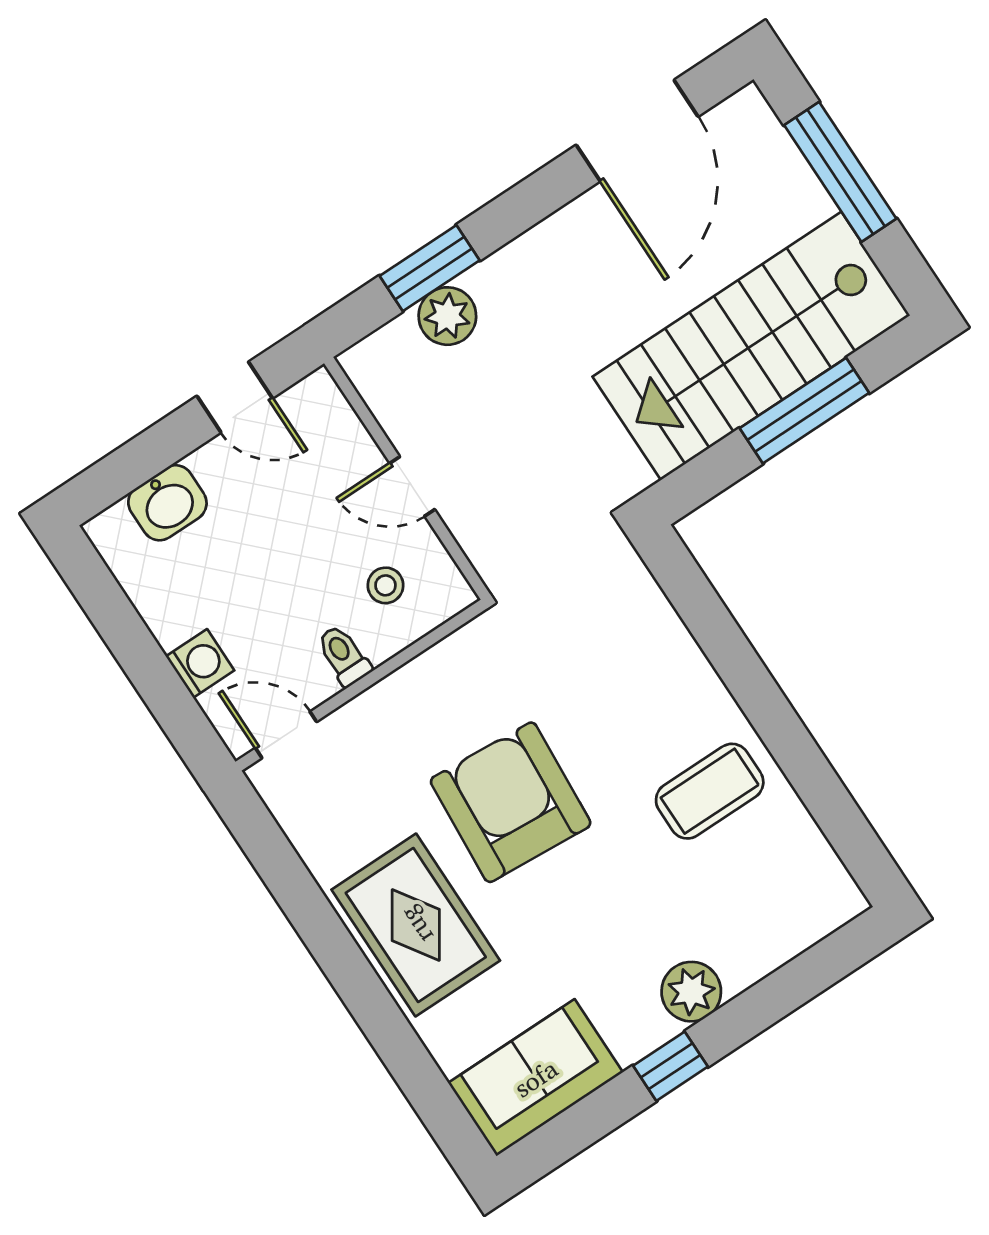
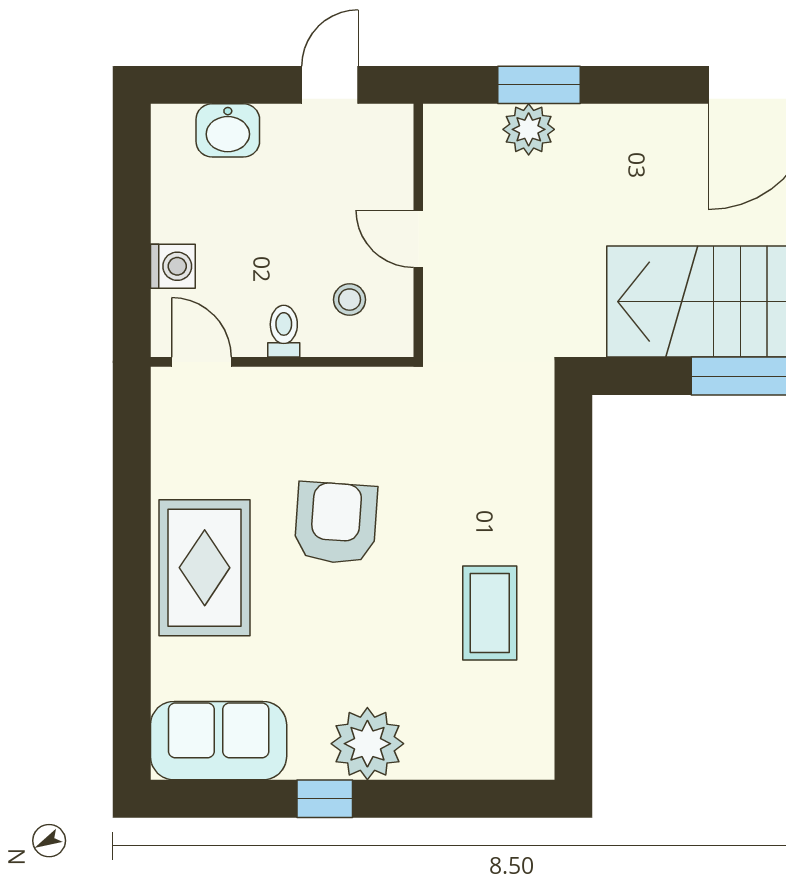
door: (235, 397) -> (330, 85), swing flipped
coffee table: (710, 791) -> (490, 613), turned 90
armchair: (511, 802) -> (336, 523), width x0.73, depth x0.73
plant: (691, 992) -> (367, 744), width x1.36, depth x1.36

